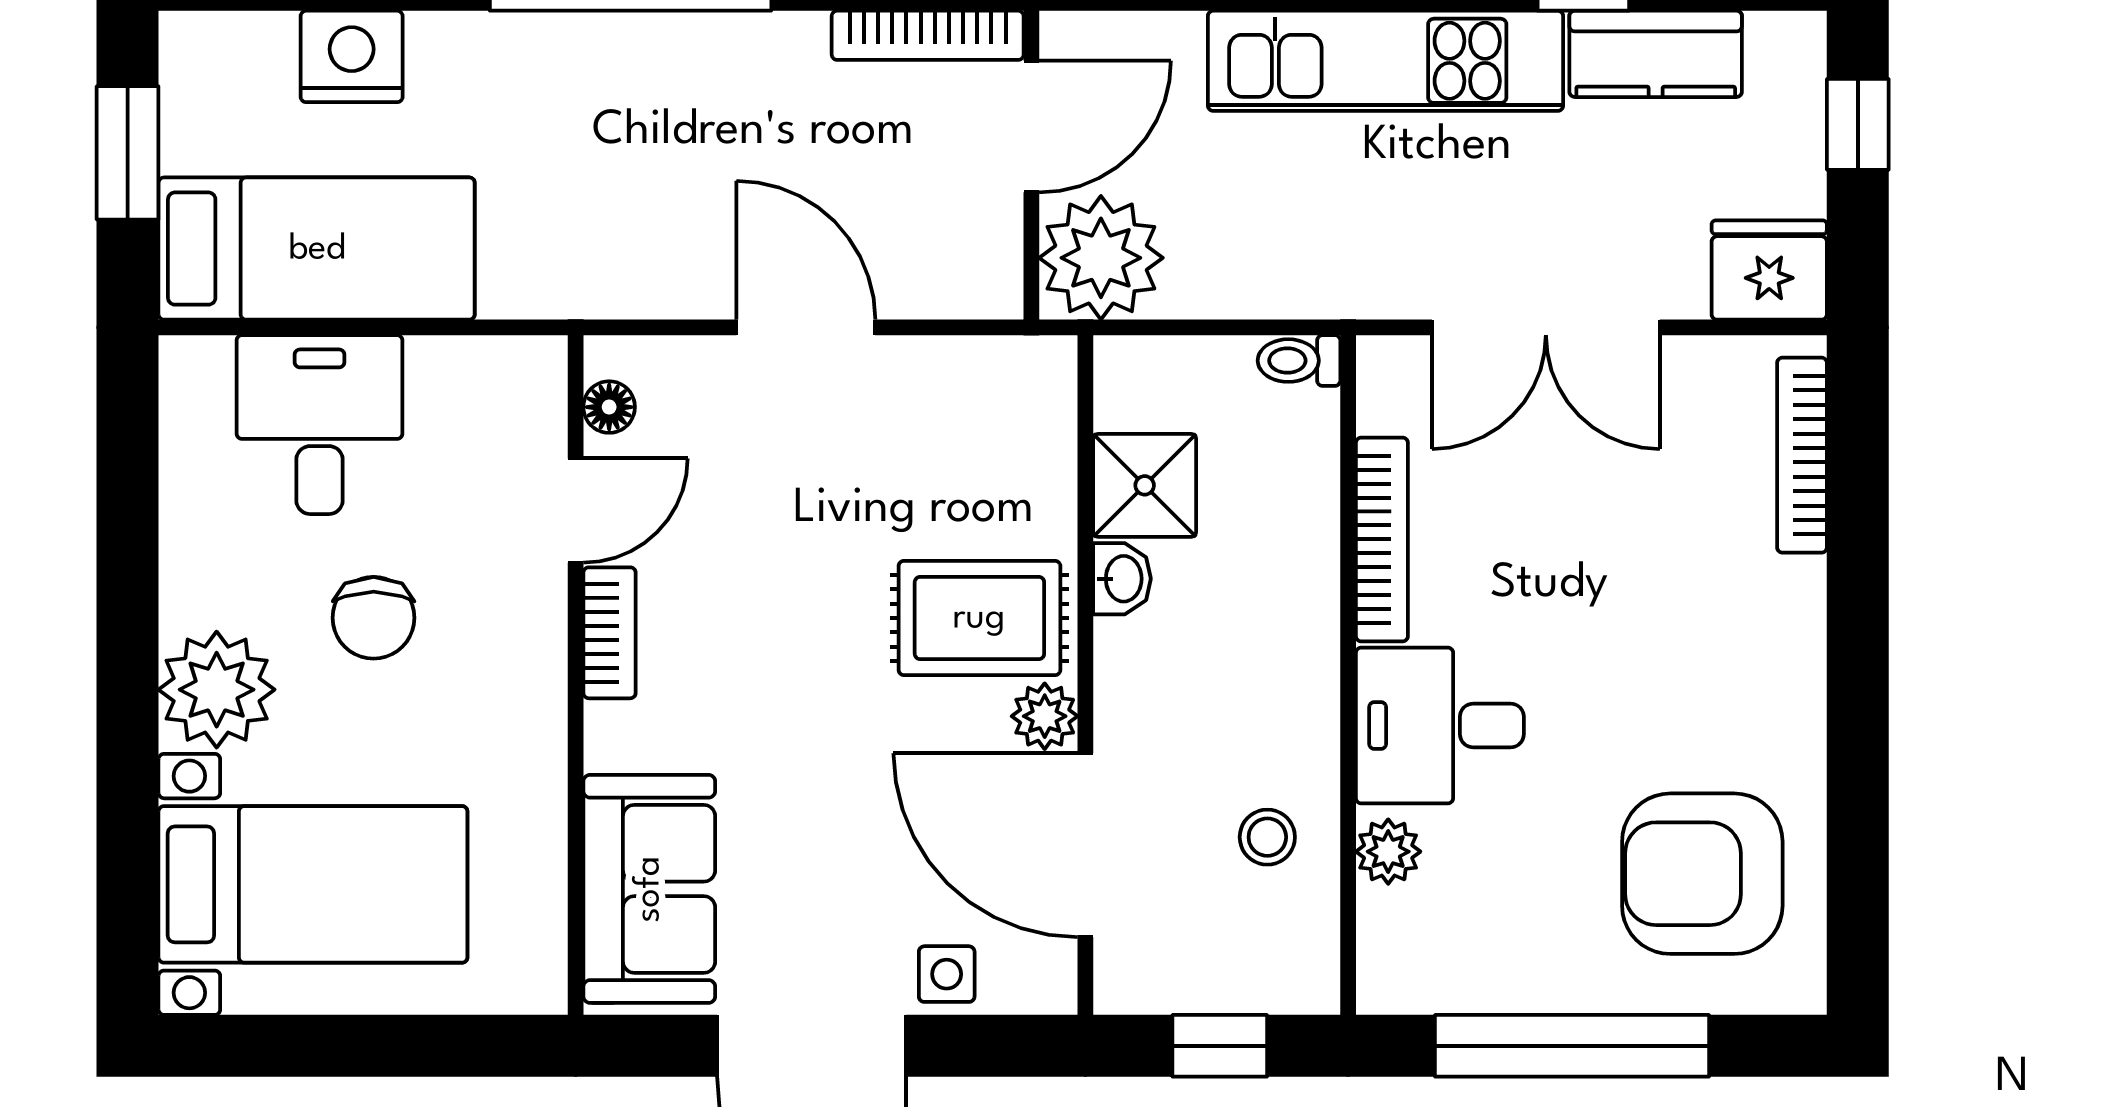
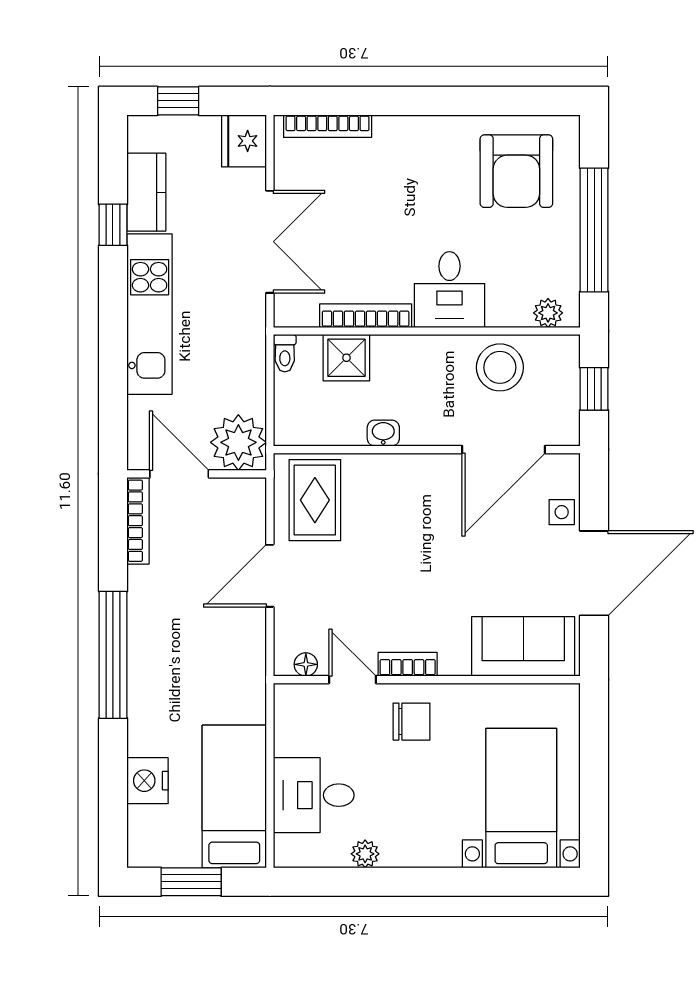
shower: (1145, 485) -> (346, 358), moved
chair: (374, 618) -> (411, 722), moved
rug: (979, 618) -> (315, 500), moved
plant: (217, 690) -> (365, 854), moved, width x0.53, depth x0.53
plant: (1045, 716) -> (445, 468), removed
stool: (1267, 837) -> (500, 367), width x1.89, depth x1.89
plant: (1388, 852) -> (548, 313), moved

